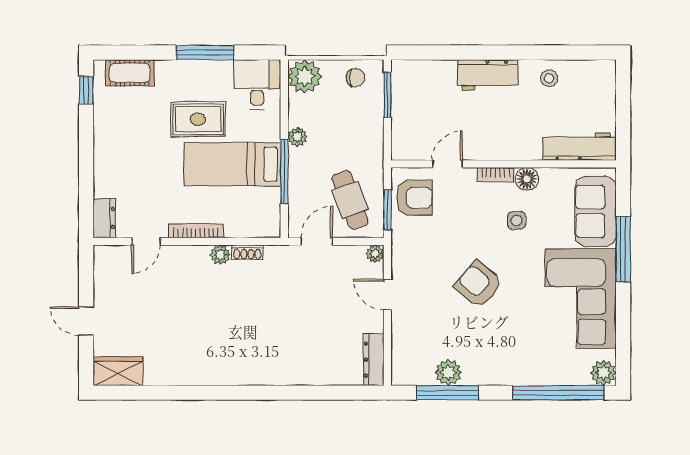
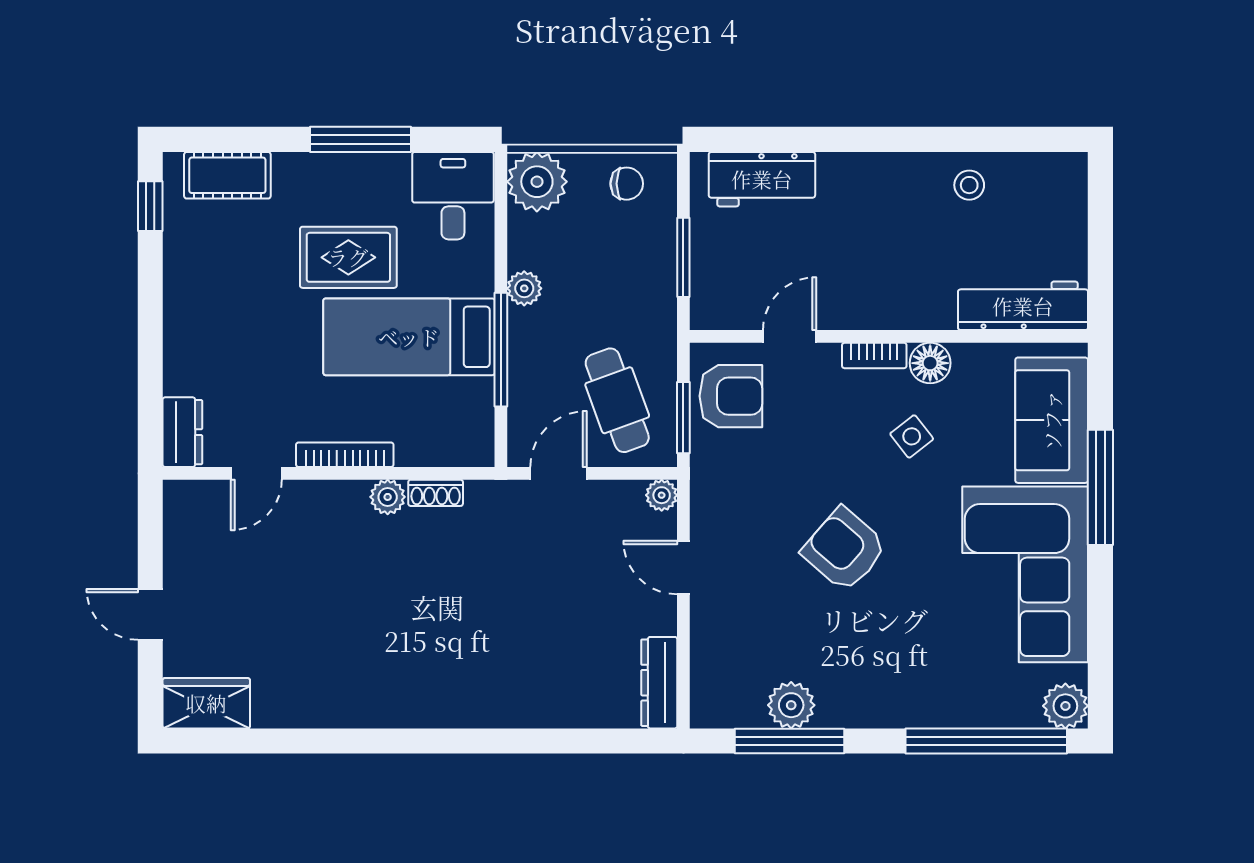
workbench: (488, 75) -> (762, 179), moved
window: (387, 95) -> (683, 257), moved
side table: (516, 220) -> (912, 436), turned -38

